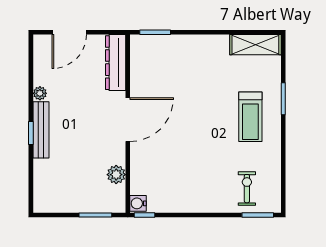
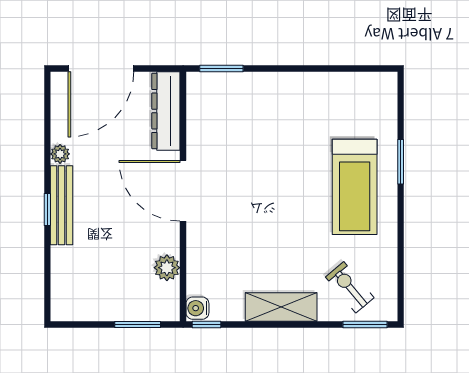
door: (69, 32) -> (101, 69), width x1.36
shelving: (255, 45) -> (281, 307), moved
treadmill: (250, 117) -> (355, 187), width x1.37, depth x1.38
door: (128, 120) -> (183, 191), swing flipped
exercise bike: (247, 189) -> (350, 287), turned -40

